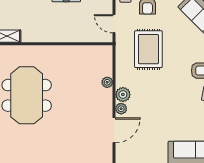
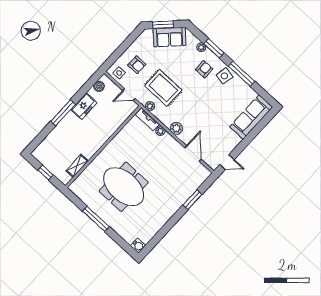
tv unit: (107, 61) -> (147, 119), added
plant: (121, 109) -> (150, 106), moved

